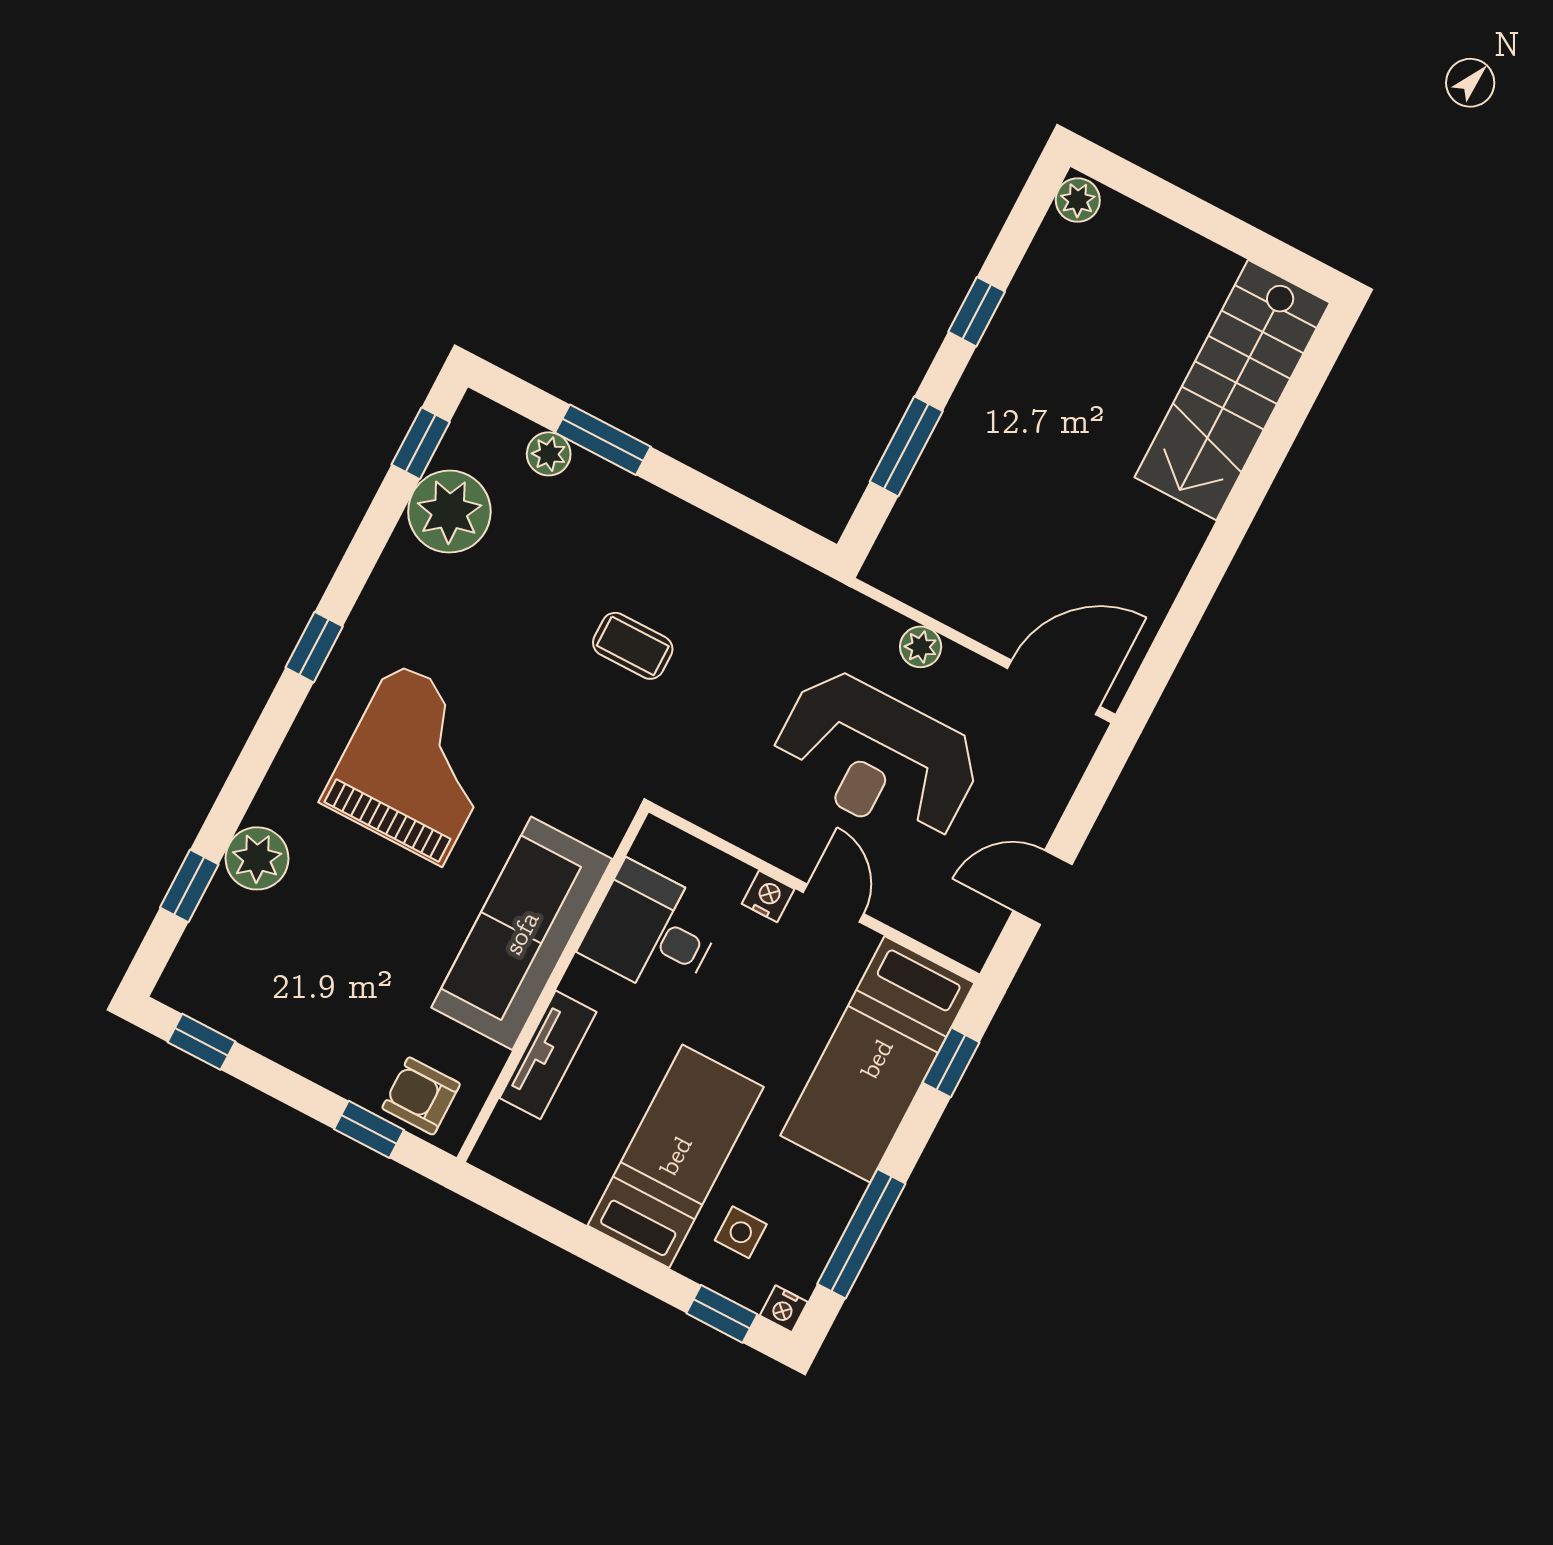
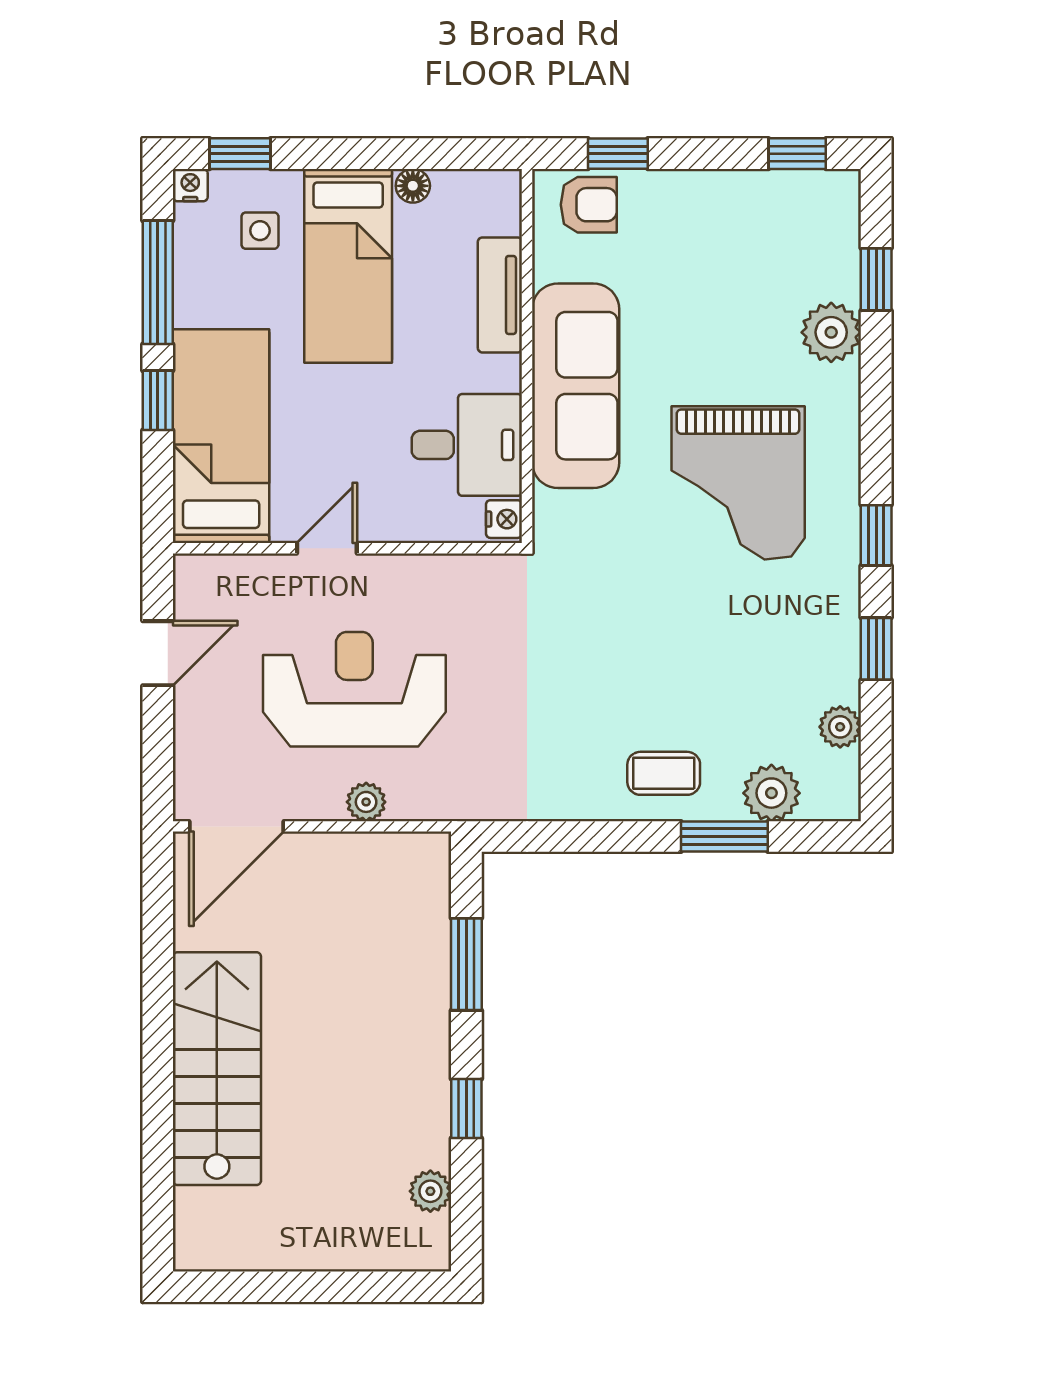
plant: (1078, 200) -> (430, 1191), moved
stairs: (1232, 390) -> (217, 1069), moved
window: (421, 443) -> (876, 649), moved
plant: (549, 454) -> (771, 793), width x1.38, depth x1.38
plant: (449, 512) -> (840, 727), width x0.53, depth x0.53
coffee table: (633, 646) -> (664, 773), moved
nightstand: (768, 896) -> (504, 519), moved, turned -90
door: (833, 903) -> (327, 548), swing flipped
window: (951, 1062) -> (158, 400), moved
floor lamp: (576, 1200) -> (413, 186), added

